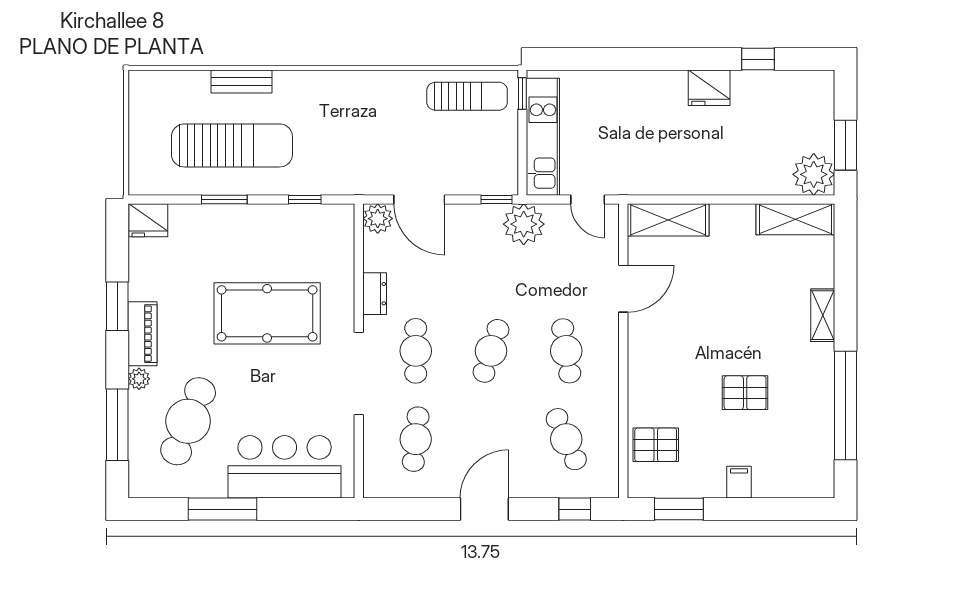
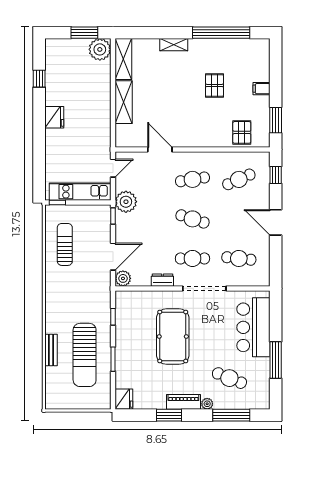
fridge: (709, 88) -> (54, 117), moved
sun lounger: (467, 96) -> (65, 244), moved
sun lounger: (232, 145) -> (85, 355), turned 180
shelving: (668, 220) -> (124, 102), moved
cafe table: (188, 421) -> (229, 378), width x0.73, depth x0.74

